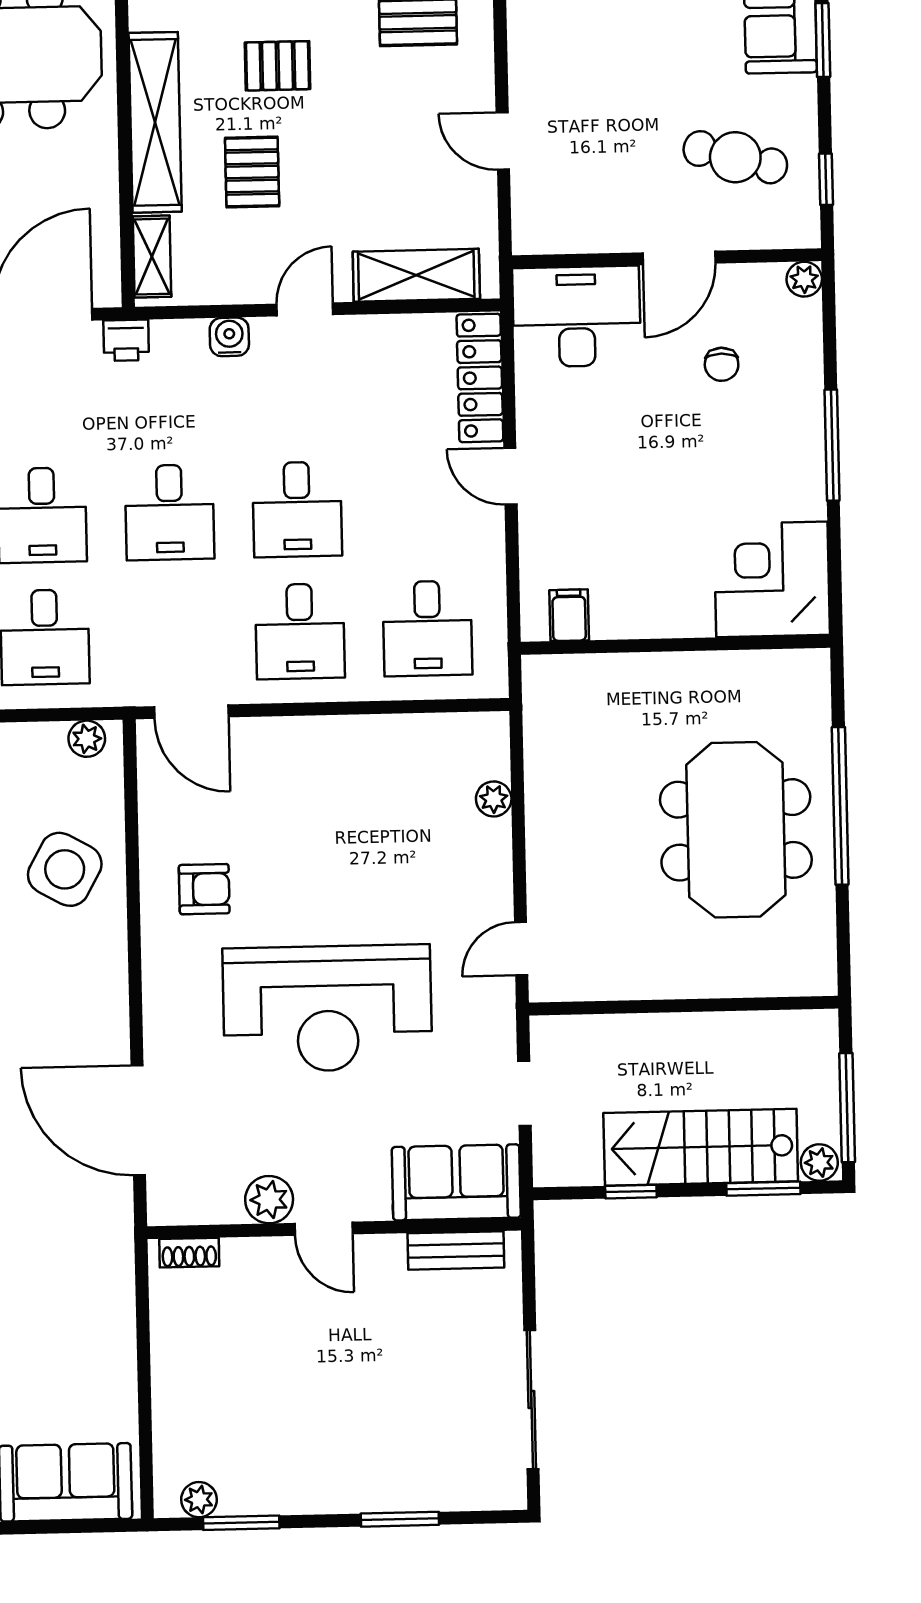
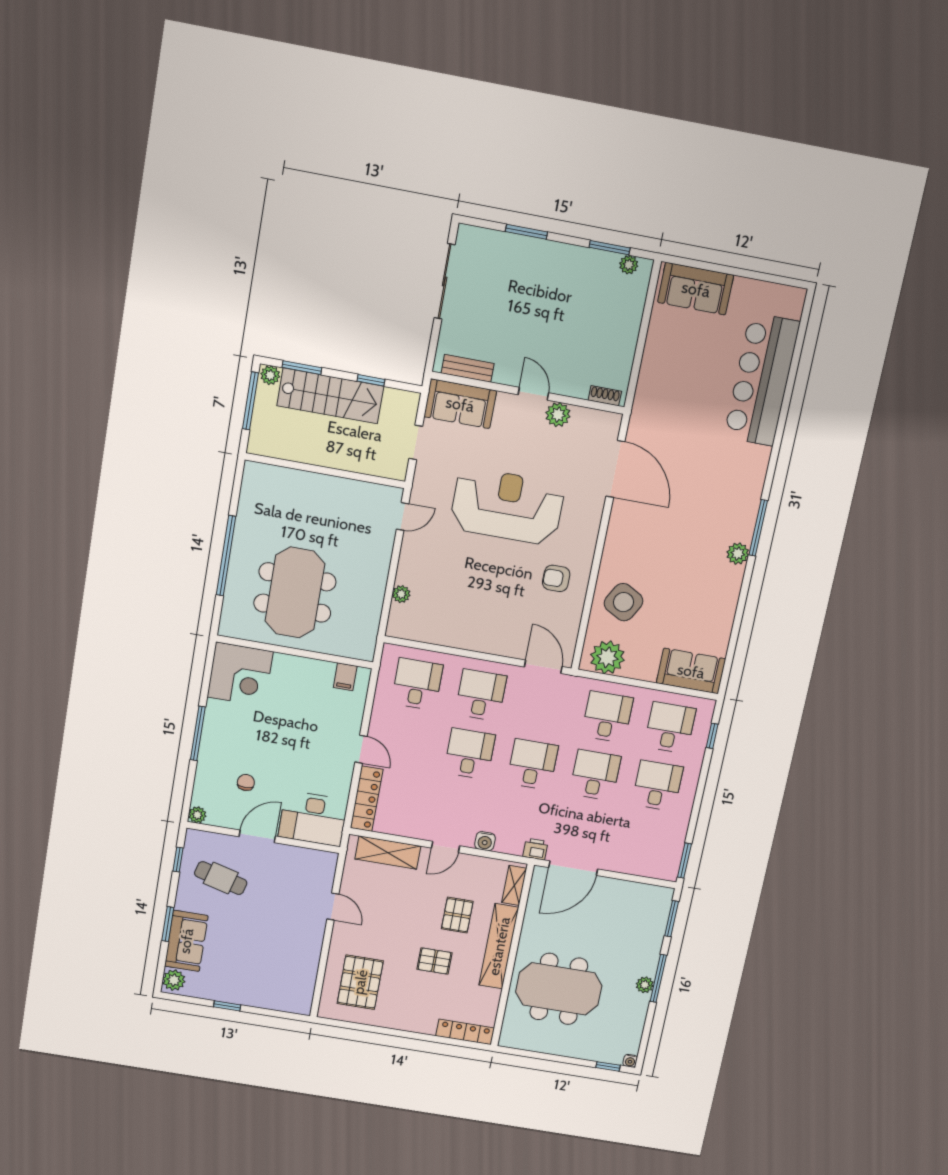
plant: (87, 739) -> (607, 657), width x1.88, depth x1.88
meeting table: (736, 830) -> (295, 592), moved

